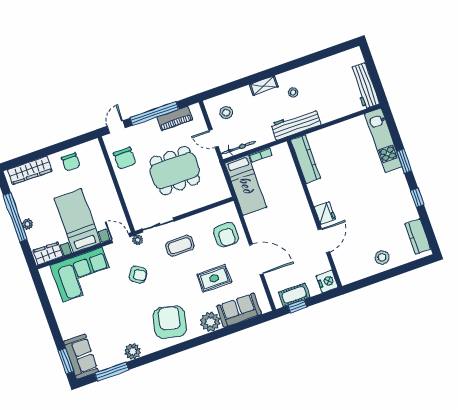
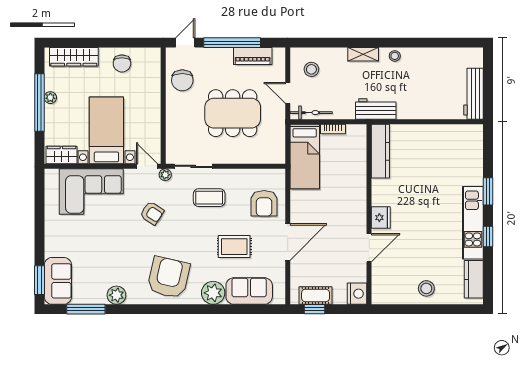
stool: (293, 92) -> (395, 56), moved
workbench: (296, 124) -> (376, 109), width x0.73
kitchen unit: (383, 140) -> (473, 223), moved
plant: (27, 224) -> (50, 98), moved
door: (256, 259) -> (288, 242), hinge flipped

